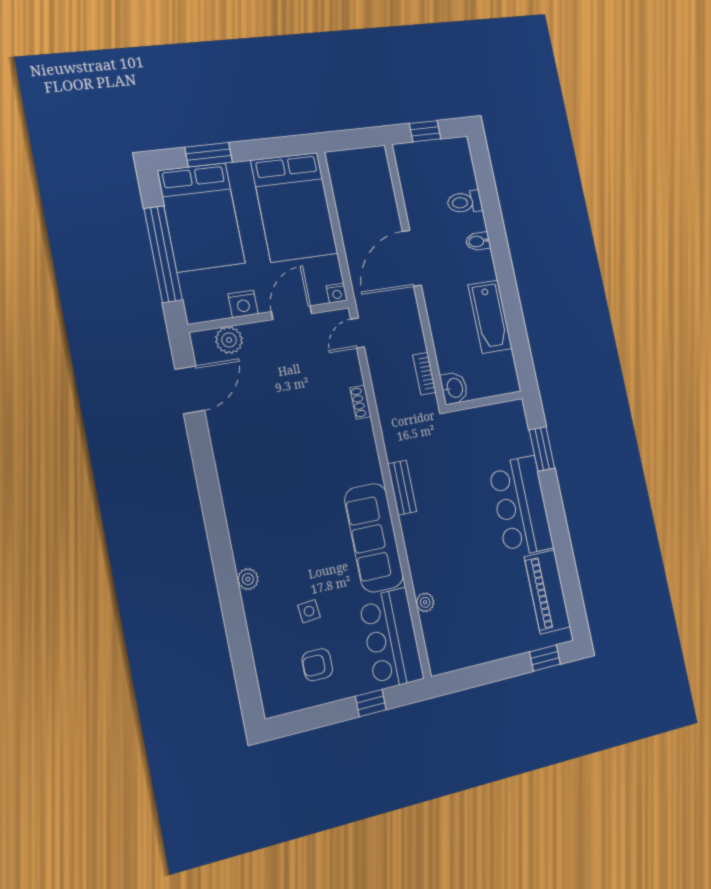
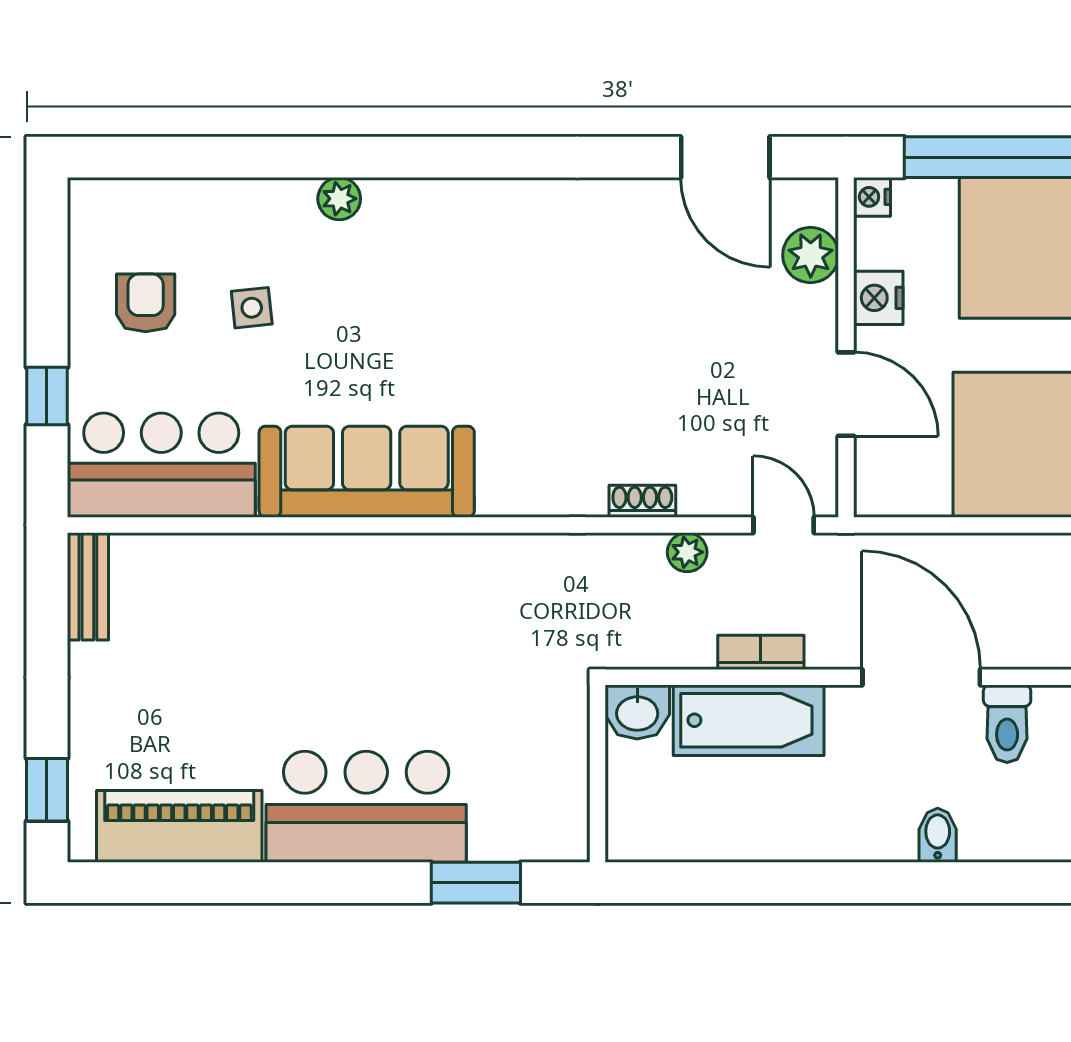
toilet: (465, 202) -> (1007, 724), moved, turned 180
nightstand: (337, 293) -> (872, 197), moved
bathtub: (490, 317) -> (749, 720), moved, turned 180
bookcase: (424, 374) -> (761, 652), moved
bench: (402, 488) -> (88, 586), moved, turned 90
plant: (425, 602) -> (687, 552), moved

